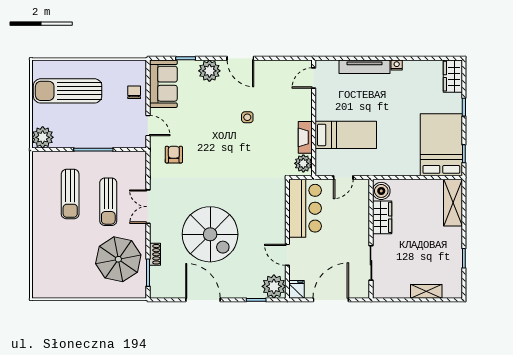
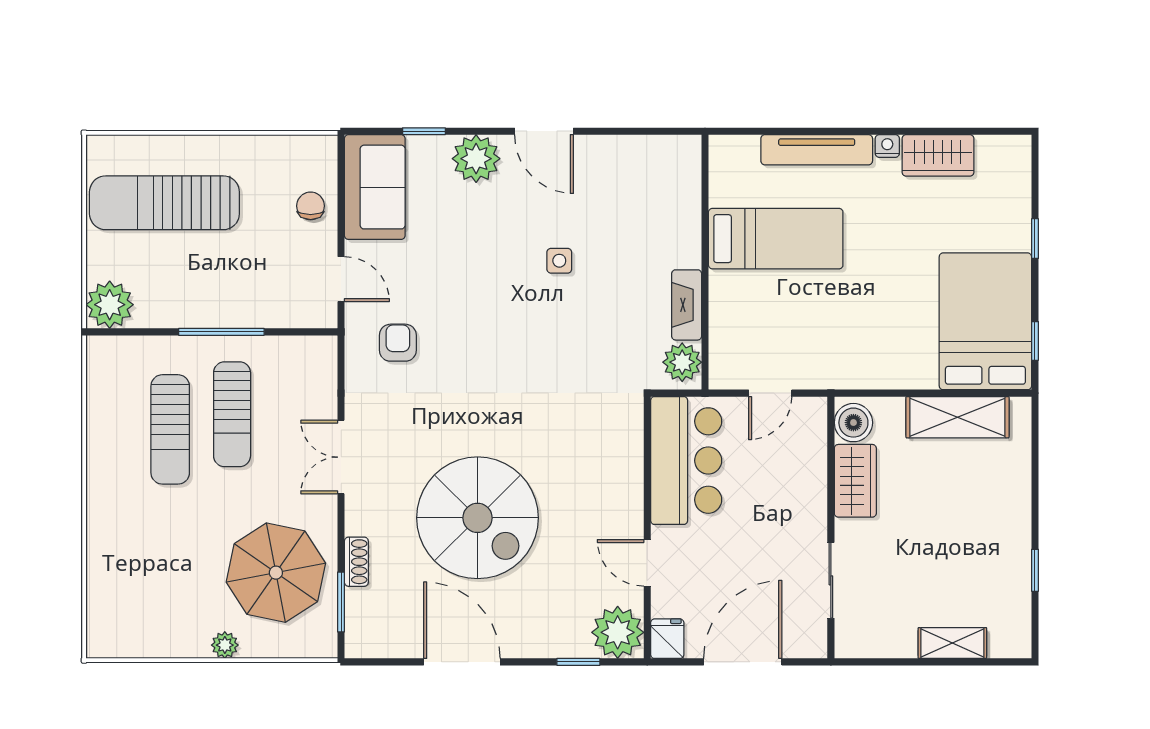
wardrobe: (453, 76) -> (938, 155), moved, turned -90
door: (314, 78) -> (705, 175), removed
bed: (346, 135) -> (776, 239), moved
sun lounger: (108, 202) -> (232, 414), moved
shelving: (453, 203) -> (957, 417), moved, turned 90
plant: (95, 292) -> (225, 645), added

